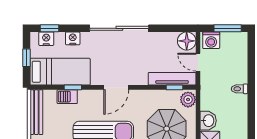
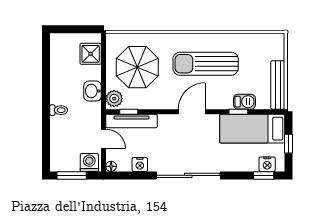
nightstand: (73, 38) -> (140, 165), moved
floor lamp: (187, 41) -> (111, 166), width x0.53, depth x0.53
washbasin: (208, 121) -> (93, 91), moved

